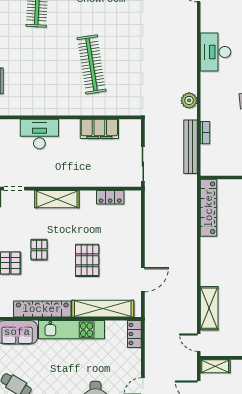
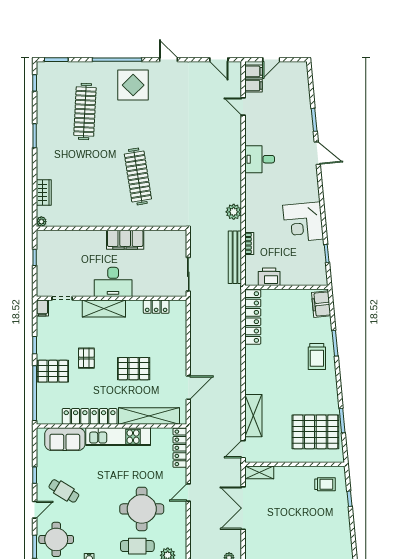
desk: (216, 52) -> (260, 159), width x0.73
filing cabinet: (99, 129) -> (125, 240), moved
desk: (39, 134) -> (113, 282), moved, turned 180
printer: (225, 167) -> (269, 277), added
pallet: (87, 260) -> (134, 369), turned 90
locker: (134, 334) -> (180, 448), width x1.53
door: (199, 343) -> (243, 449), hinge flipped

